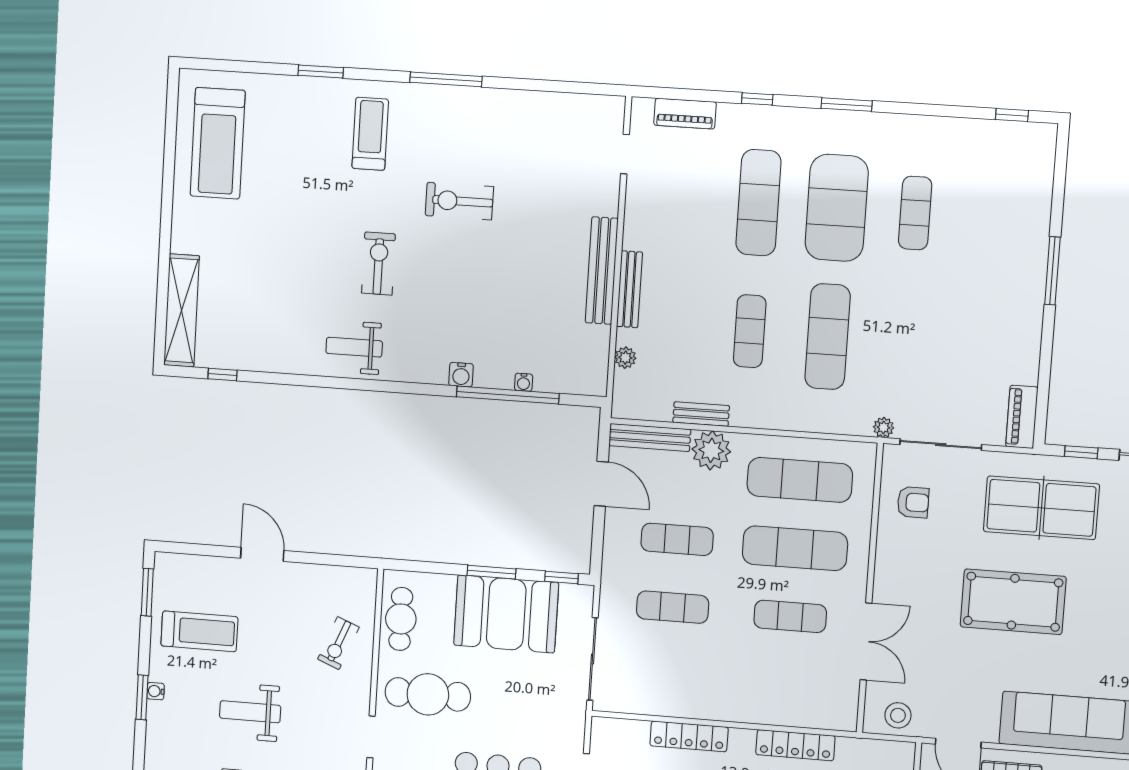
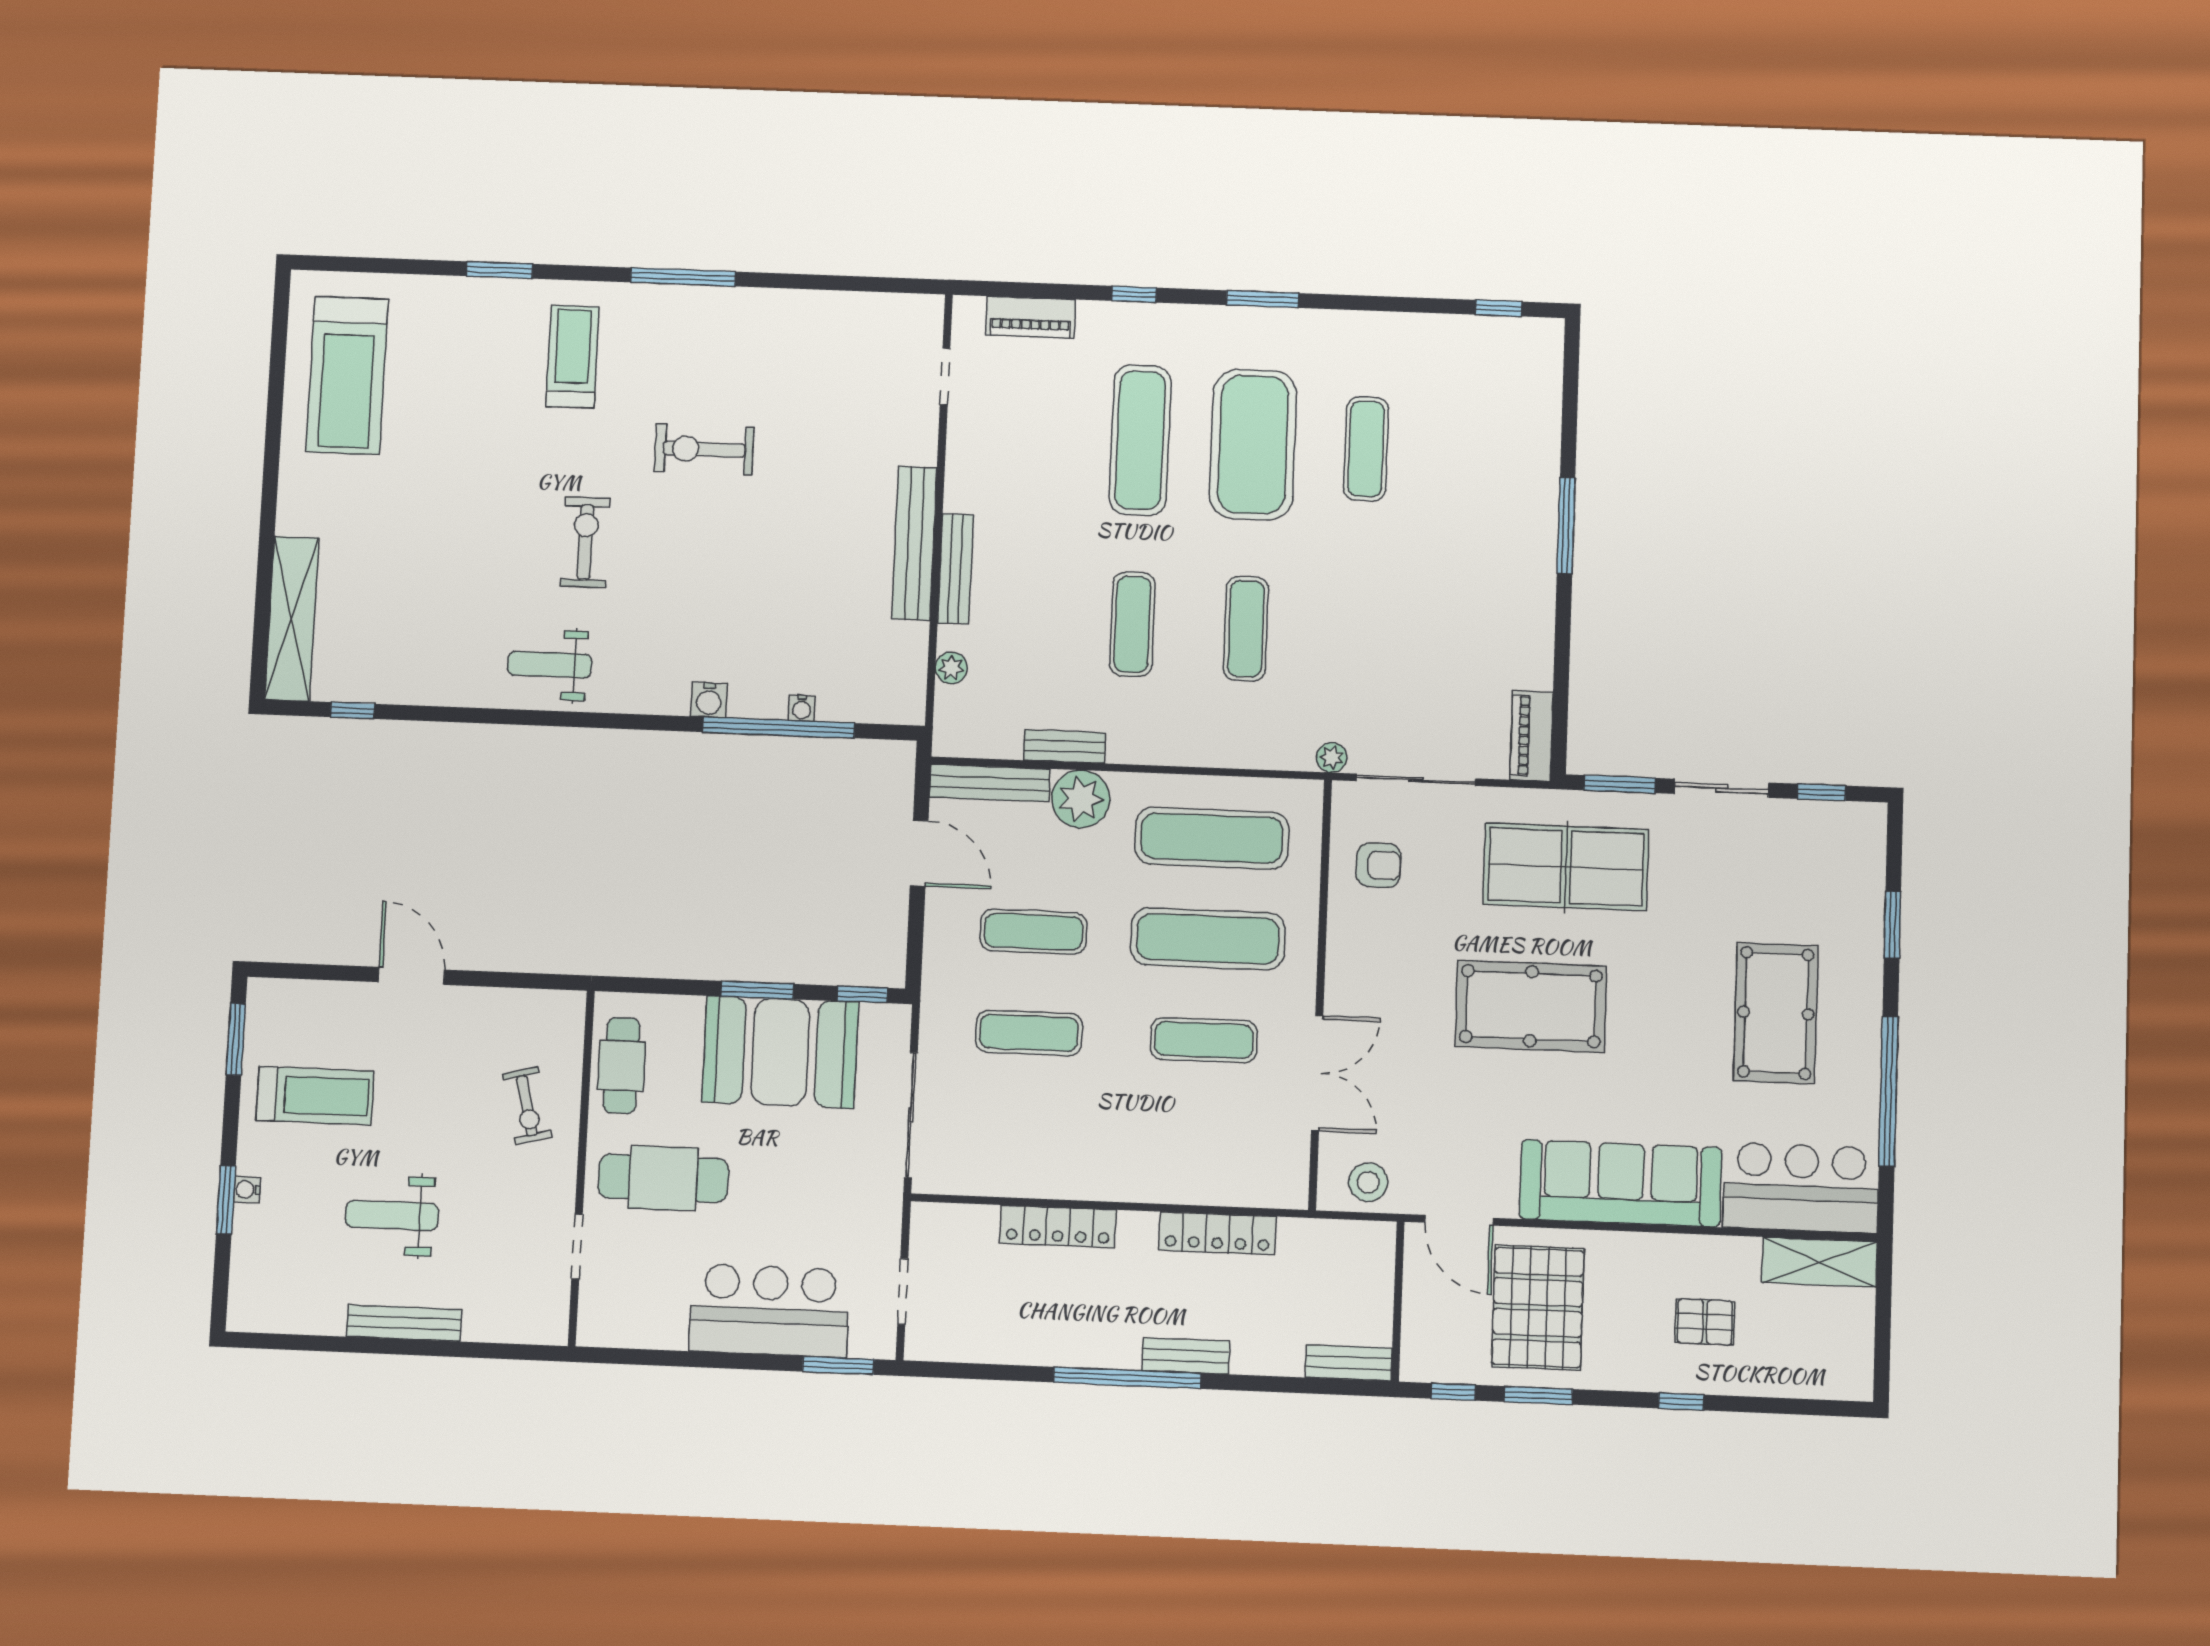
exercise mat: (828, 337) -> (1246, 629), width x0.73, depth x0.69
window: (1081, 452) -> (1620, 784), width x1.50
exercise bike: (338, 643) -> (527, 1106), turned -36

